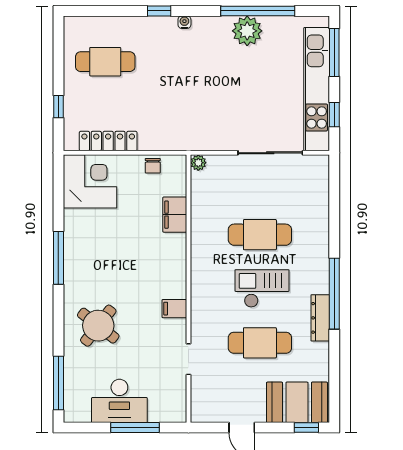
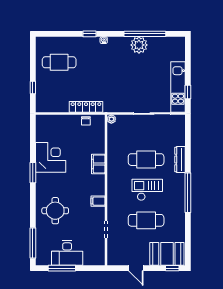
window: (334, 52) -> (188, 57), removed
kitchen unit: (317, 89) -> (178, 87), width x0.73
locker: (108, 141) -> (86, 107), moved
corner desk: (90, 181) -> (51, 157), moved
filing cabinet: (175, 215) -> (98, 164), moved
window: (58, 258) -> (33, 173), width x0.69
dresser: (320, 318) -> (180, 159), moved
round table: (98, 326) -> (55, 211), turned -38
window: (135, 428) -> (62, 268), moved

